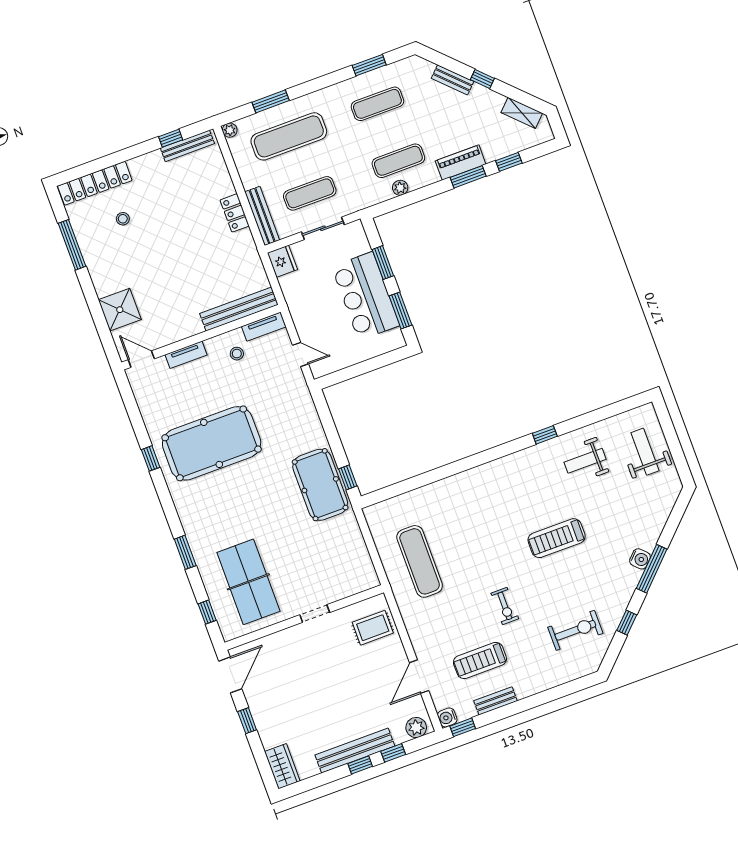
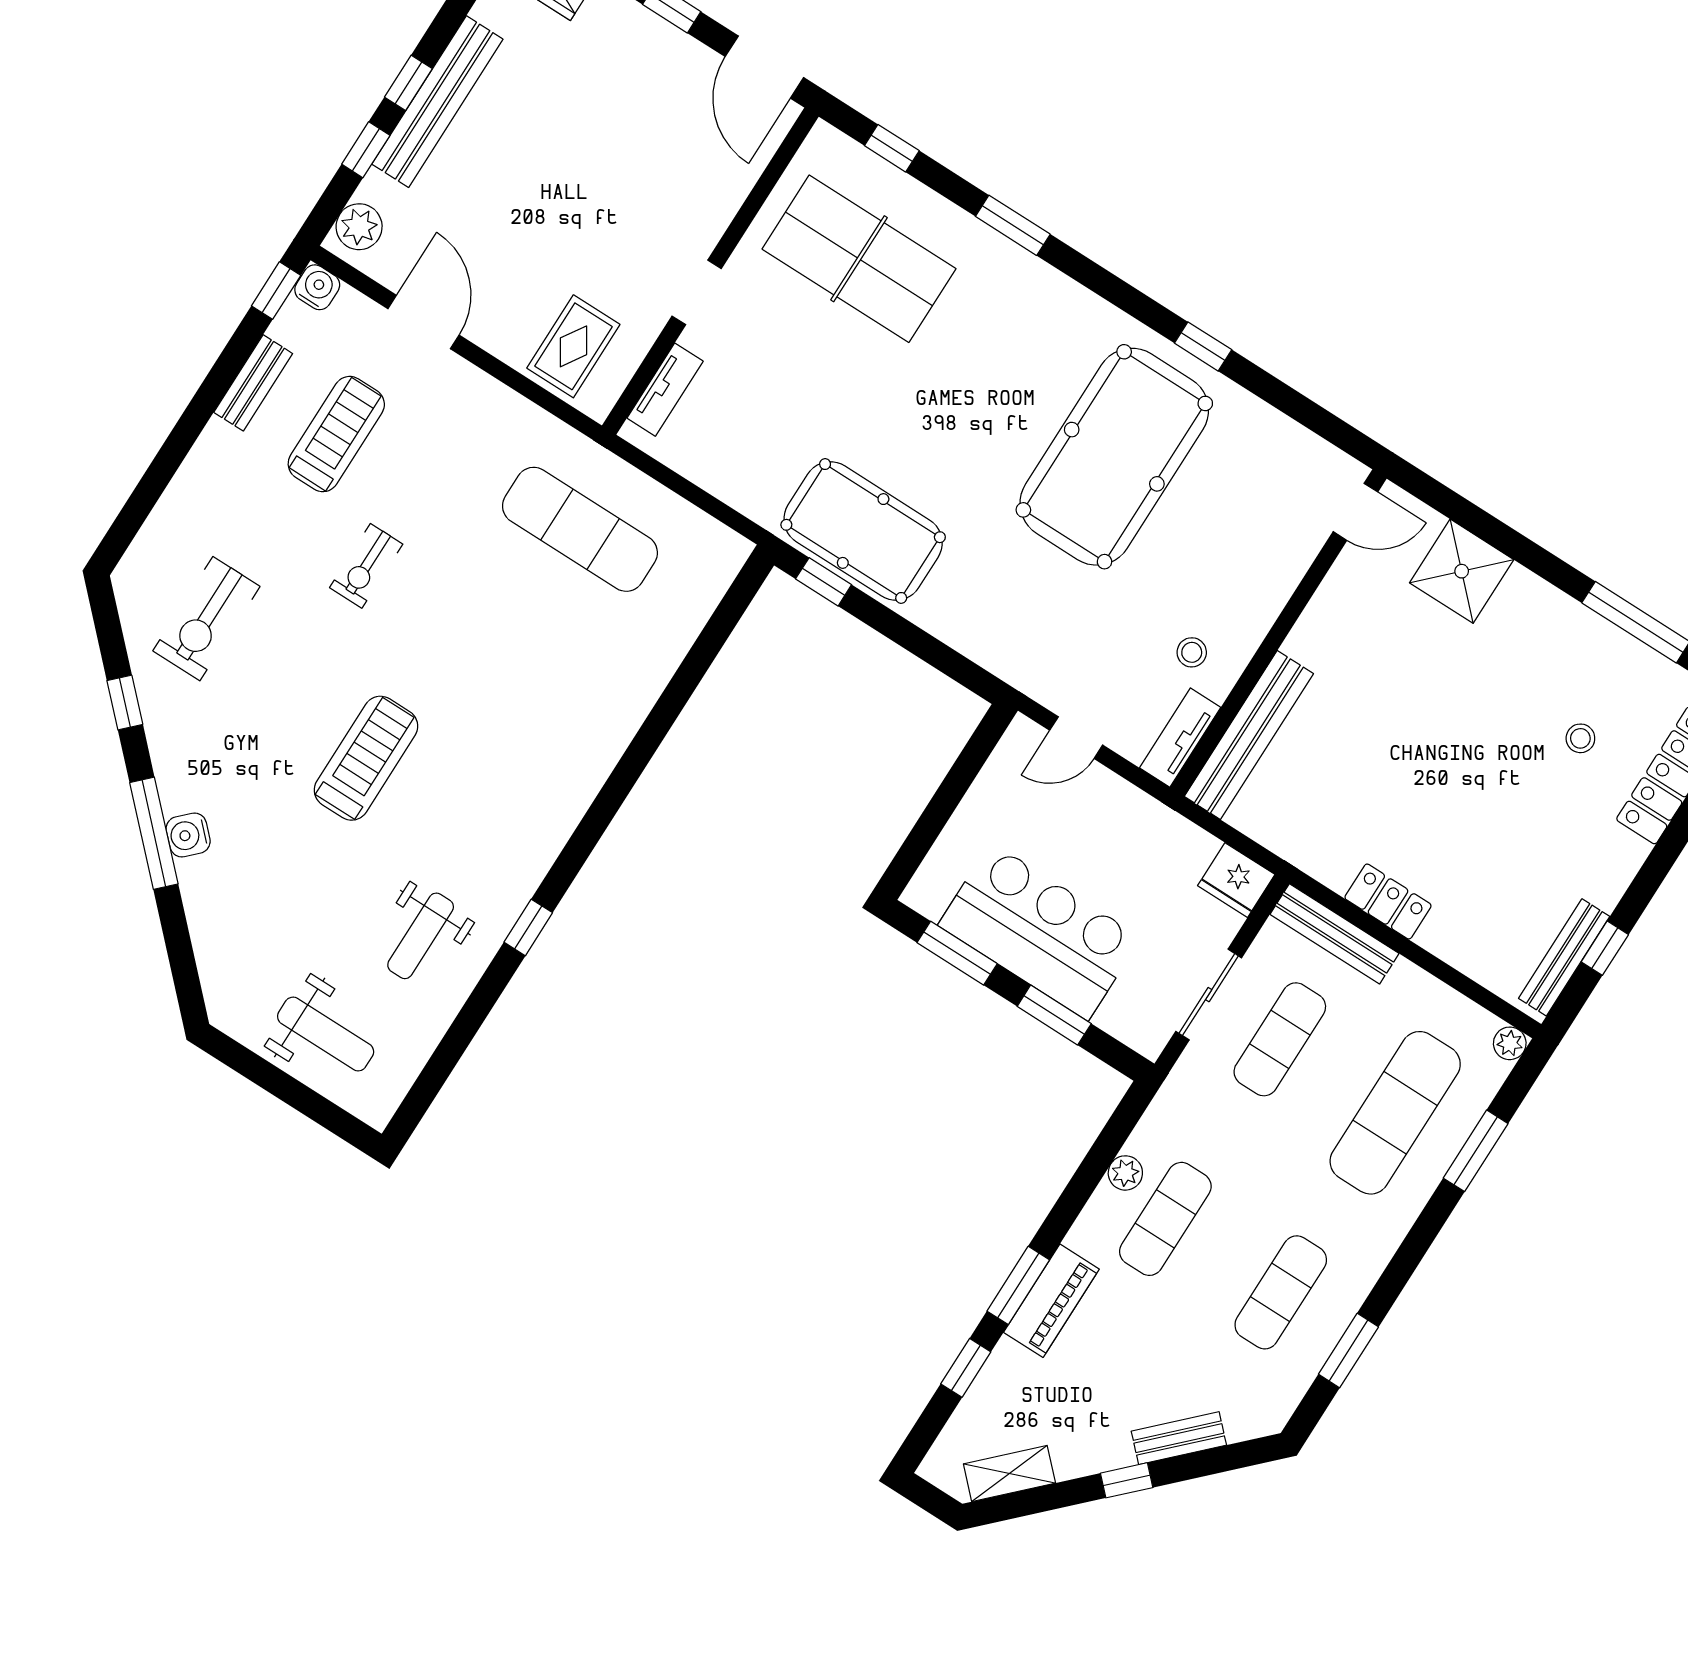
tv unit: (186, 355) -> (665, 390), moved, turned 180
weight bench: (585, 461) -> (421, 936), turned 180
exercise bike: (505, 606) -> (366, 566), turned -90

